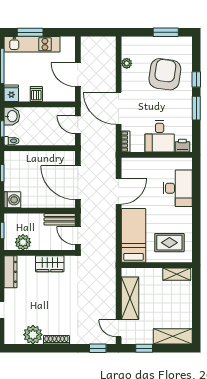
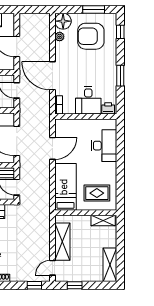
floor lamp: (131, 46) -> (63, 21), added
armchair: (165, 74) -> (91, 36), moved, turned -98
window: (196, 79) -> (120, 32), moved
door: (119, 328) -> (53, 268), hinge flipped
shelving: (173, 336) -> (110, 265), moved, turned 90

